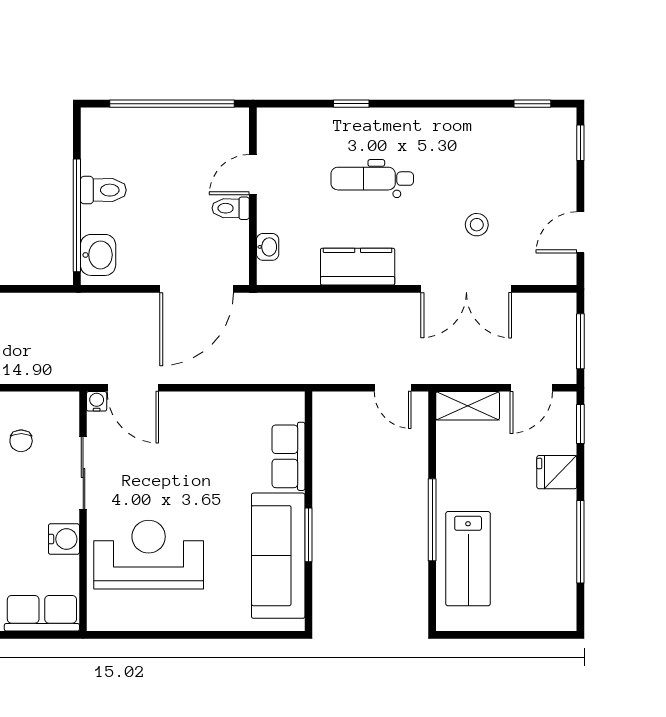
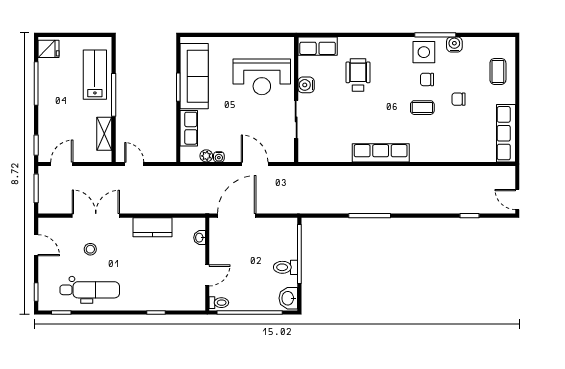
dental chair: (372, 179) -> (90, 290), moved, width x1.36, depth x1.38
toilet: (231, 208) -> (219, 303), moved
door: (580, 232) -> (36, 245), hinge flipped
washbasin: (98, 255) -> (288, 298), moved
door: (133, 388) -> (255, 164), moved
water cooler: (97, 401) -> (219, 157), moved
plant: (255, 403) -> (206, 156), added
shelving: (468, 406) -> (104, 134), moved, turned 90
chair: (21, 441) -> (328, 136), removed
fridge: (557, 472) -> (49, 49), moved

